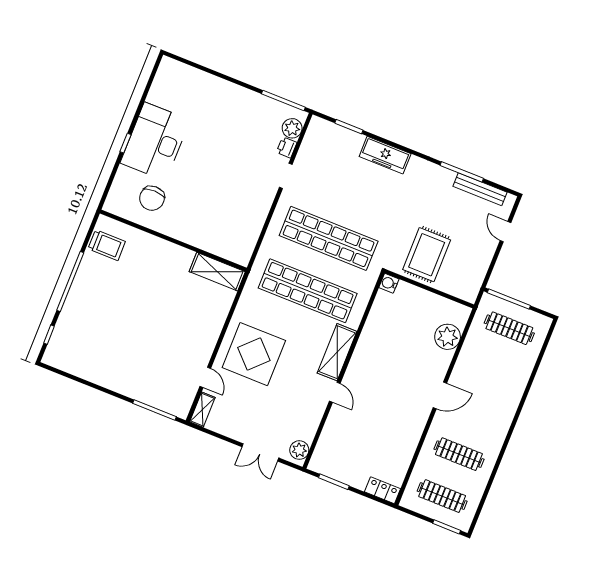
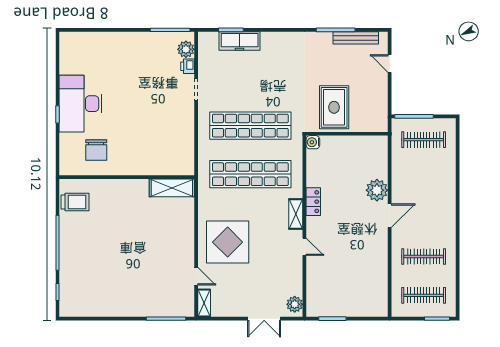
freezer: (385, 155) -> (240, 41), moved
plant: (448, 337) -> (377, 190), moved
shelving: (337, 352) -> (296, 214), width x0.67, depth x0.75
locker: (382, 490) -> (313, 202), moved, turned 90

